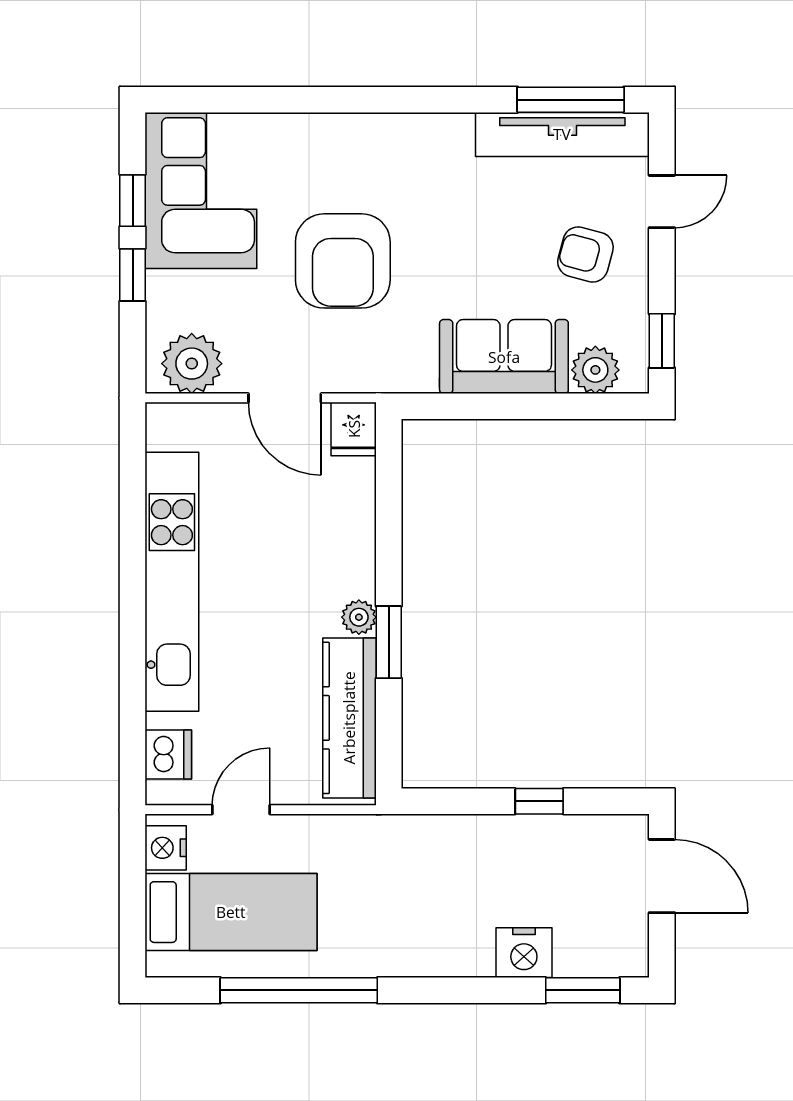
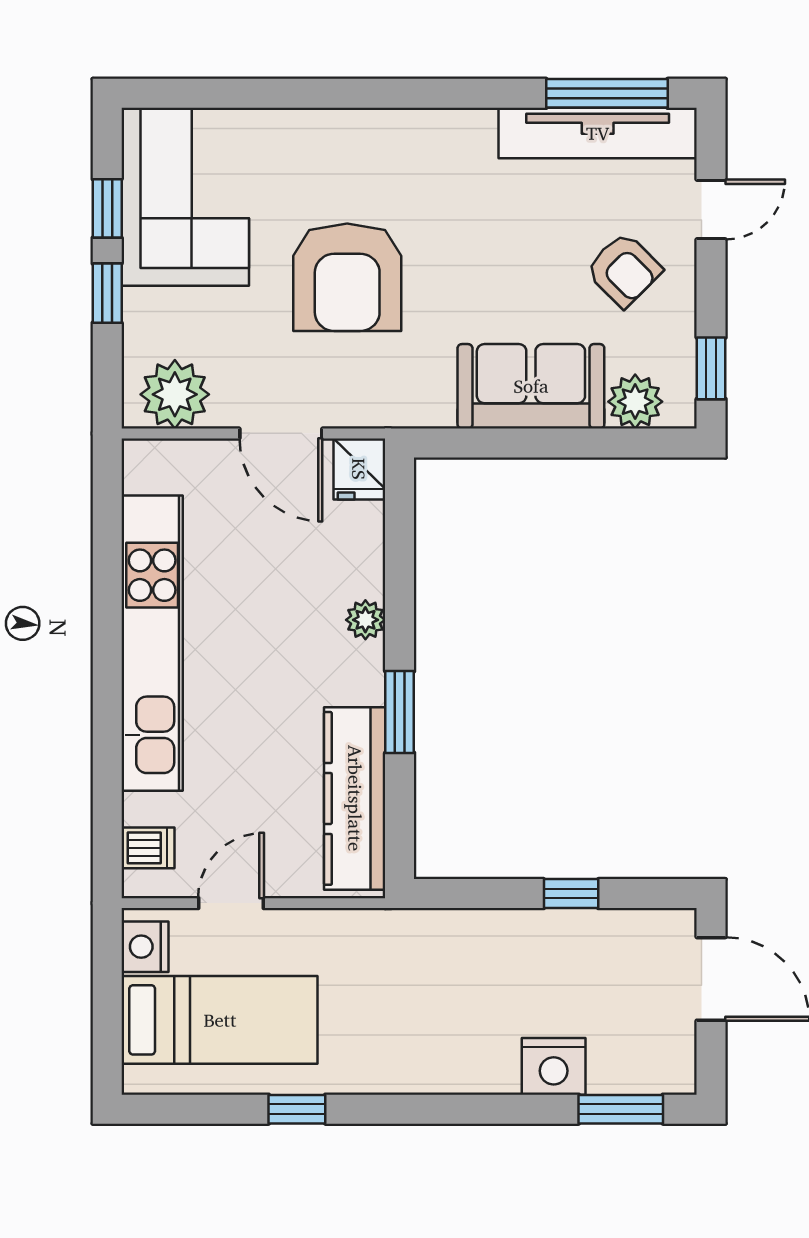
armchair: (585, 254) -> (624, 270), turned -150
plant: (359, 617) -> (365, 620), moved
dishwasher: (168, 754) -> (148, 848), width x0.73
window: (299, 990) -> (297, 1109), width x0.32

